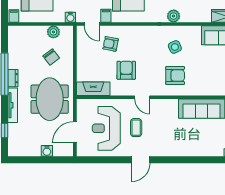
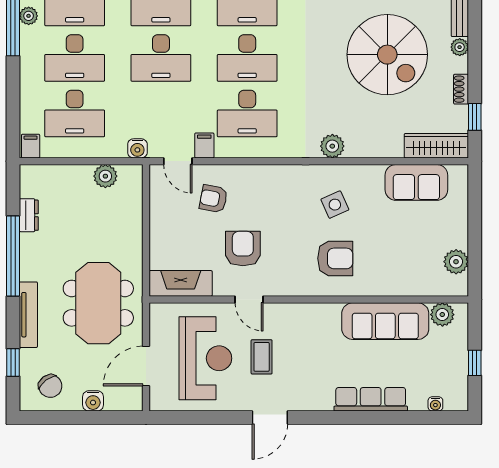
chair: (51, 57) -> (50, 386), moved
dresser: (13, 78) -> (29, 215), moved
door: (142, 97) -> (249, 299), moved
reception desk: (106, 128) -> (205, 358), turned 180
row of seats: (194, 150) -> (371, 399), added

